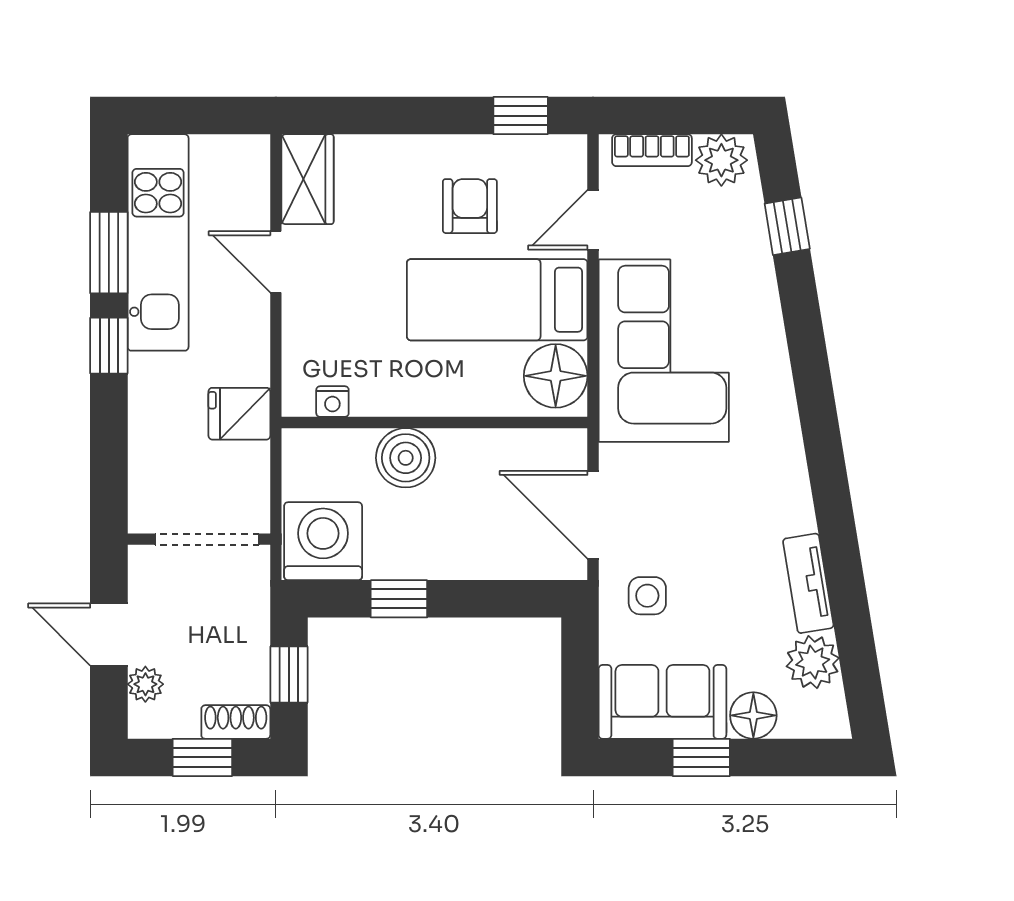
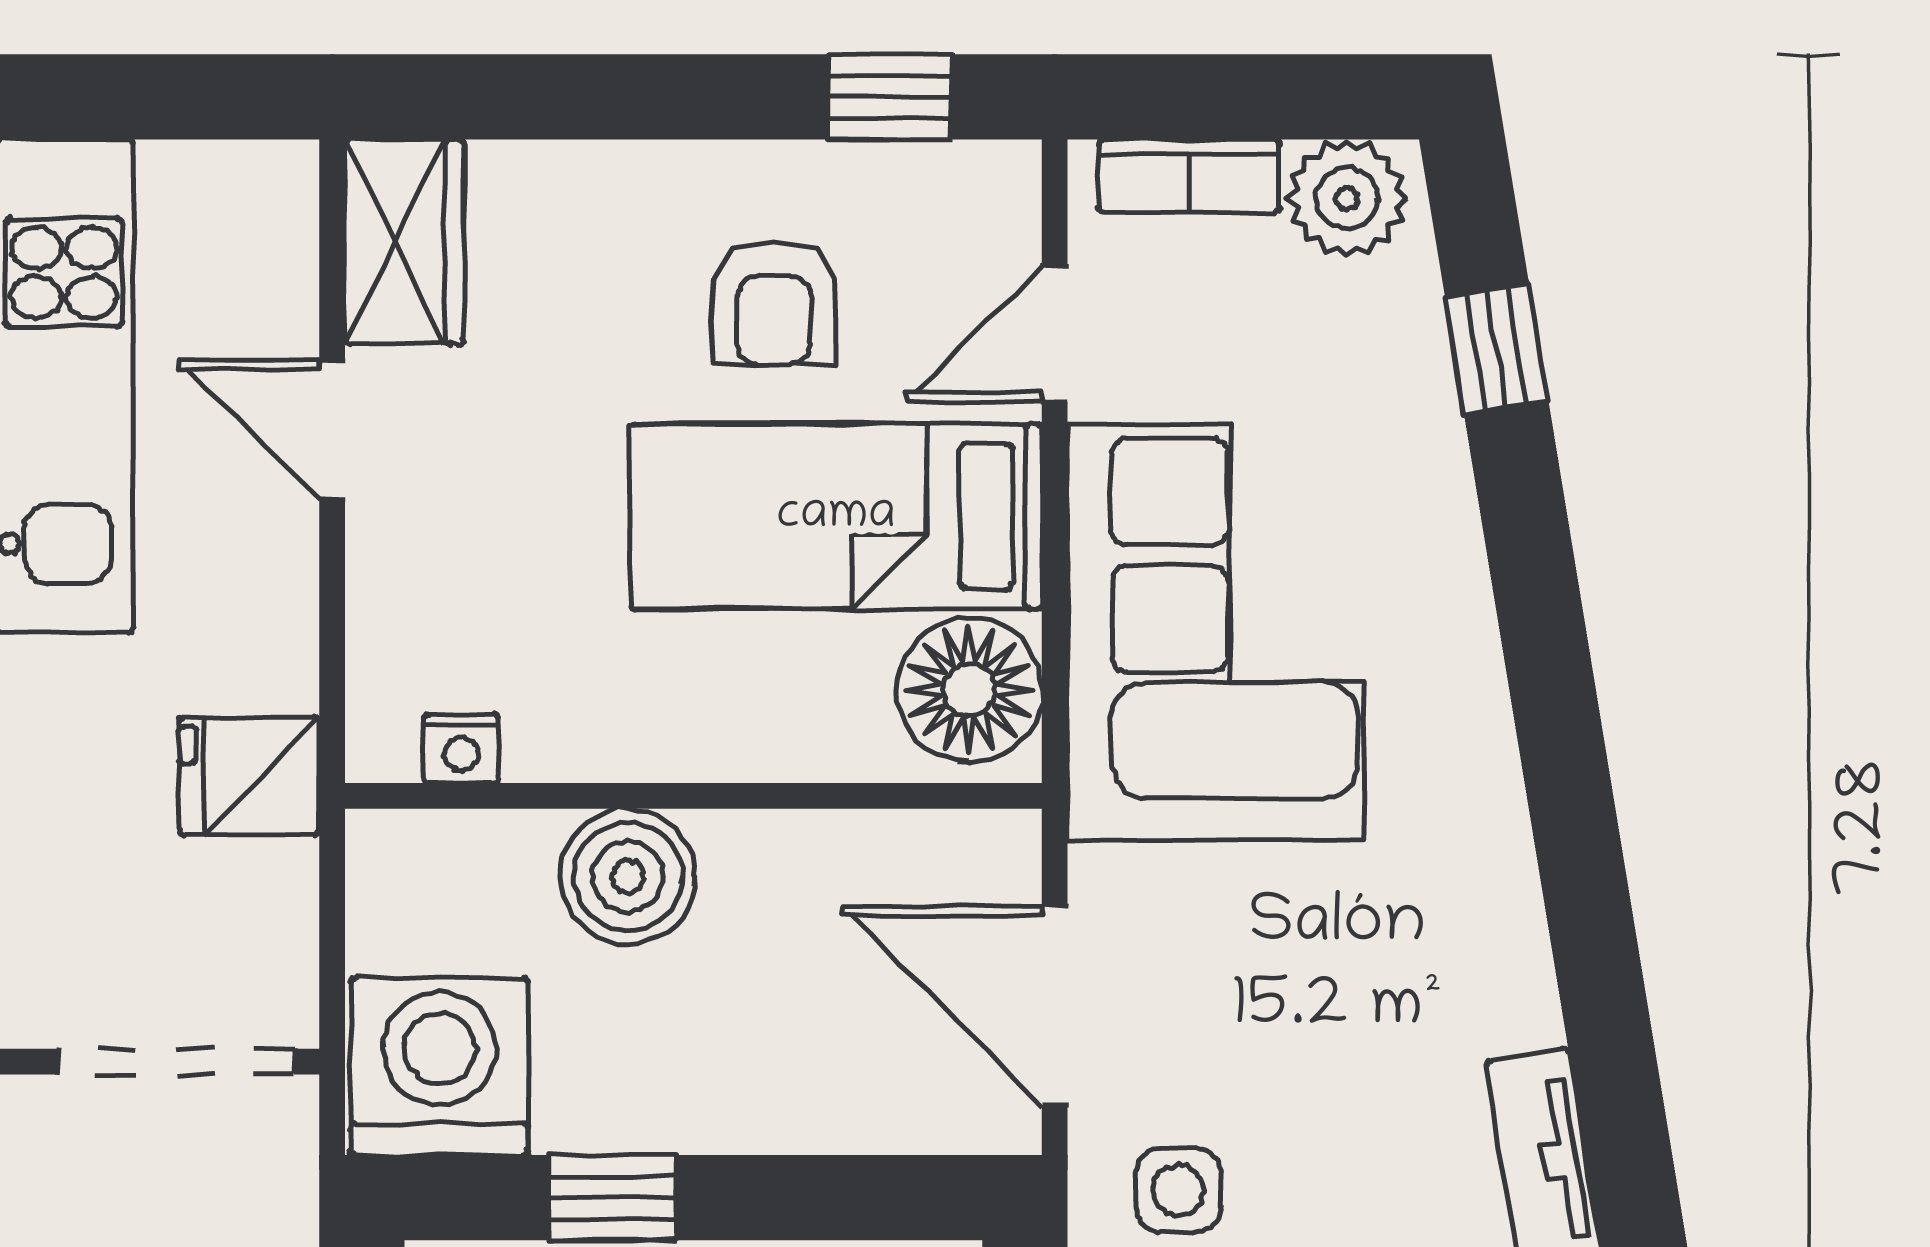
armchair: (470, 206) -> (774, 303), turned 180

